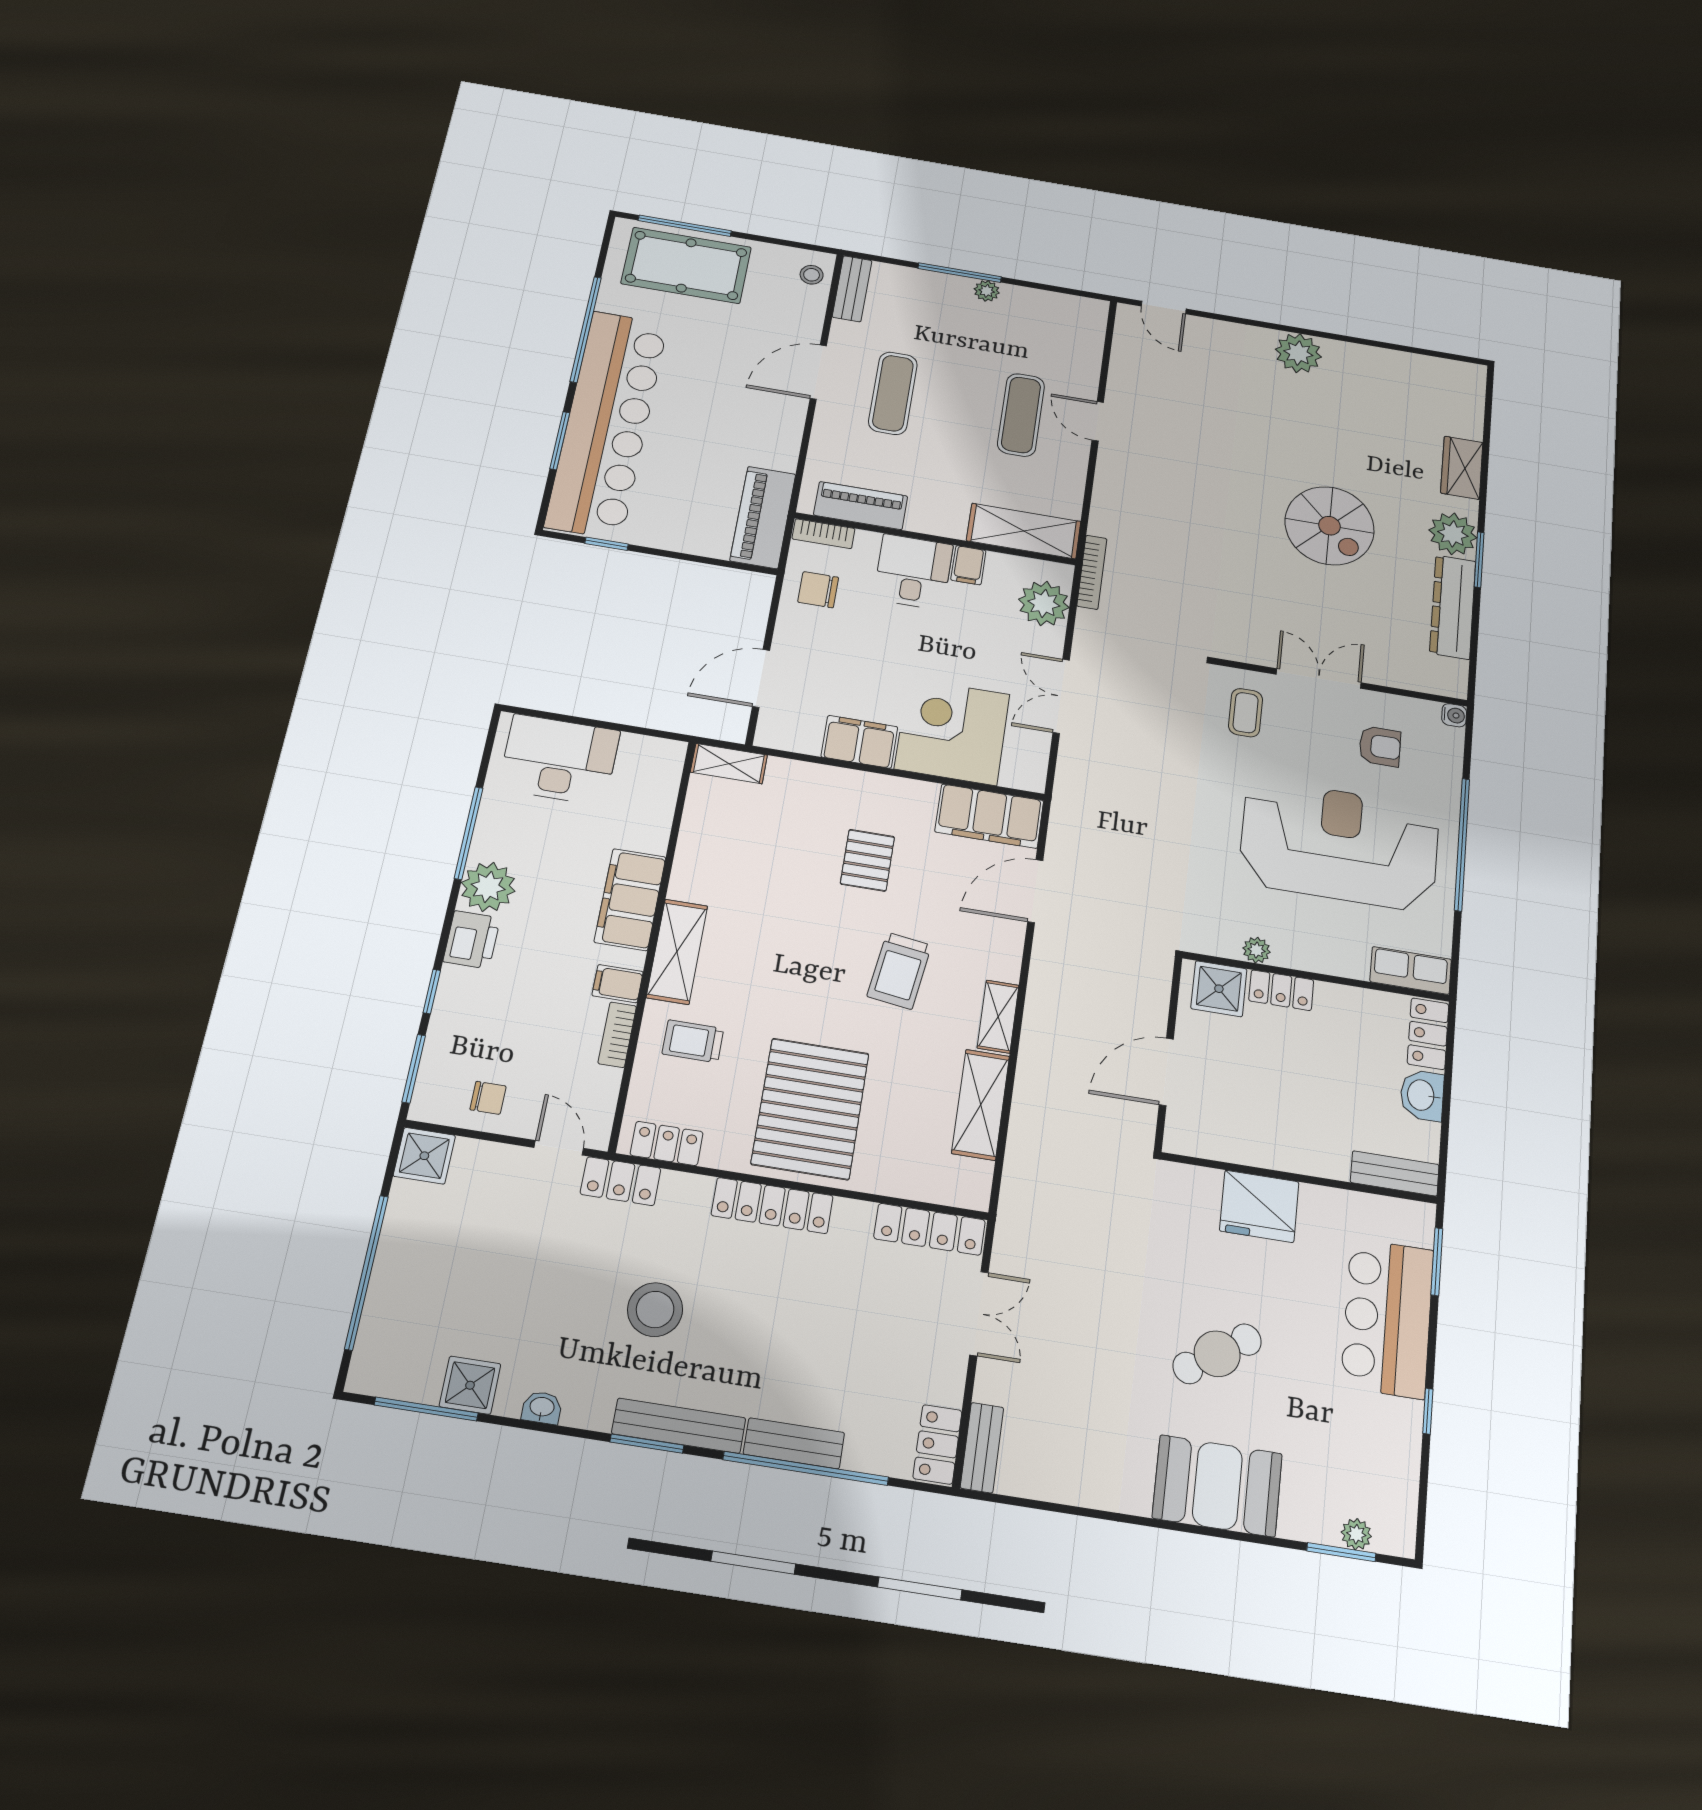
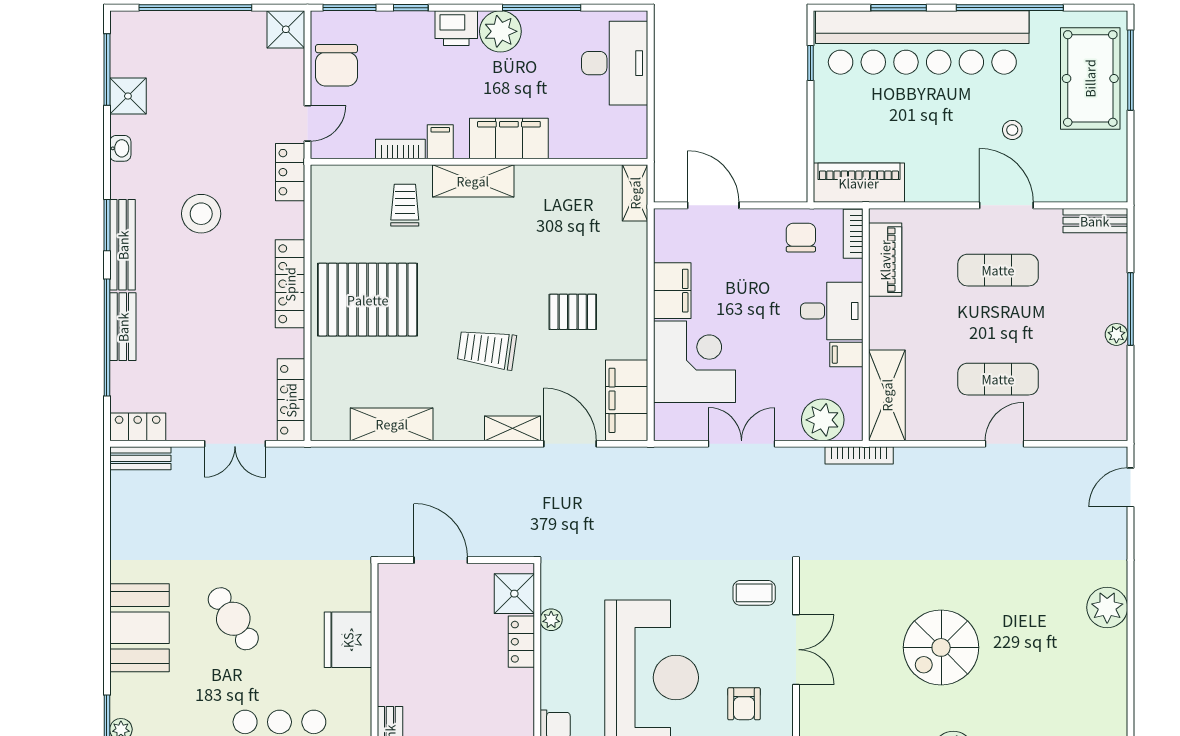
stool: (812, 275) -> (1012, 130), moved
shelving: (998, 1017) -> (512, 428), moved
chair: (488, 1098) -> (336, 65), width x1.87, depth x1.87
locker: (667, 1143) -> (324, 200), removed

